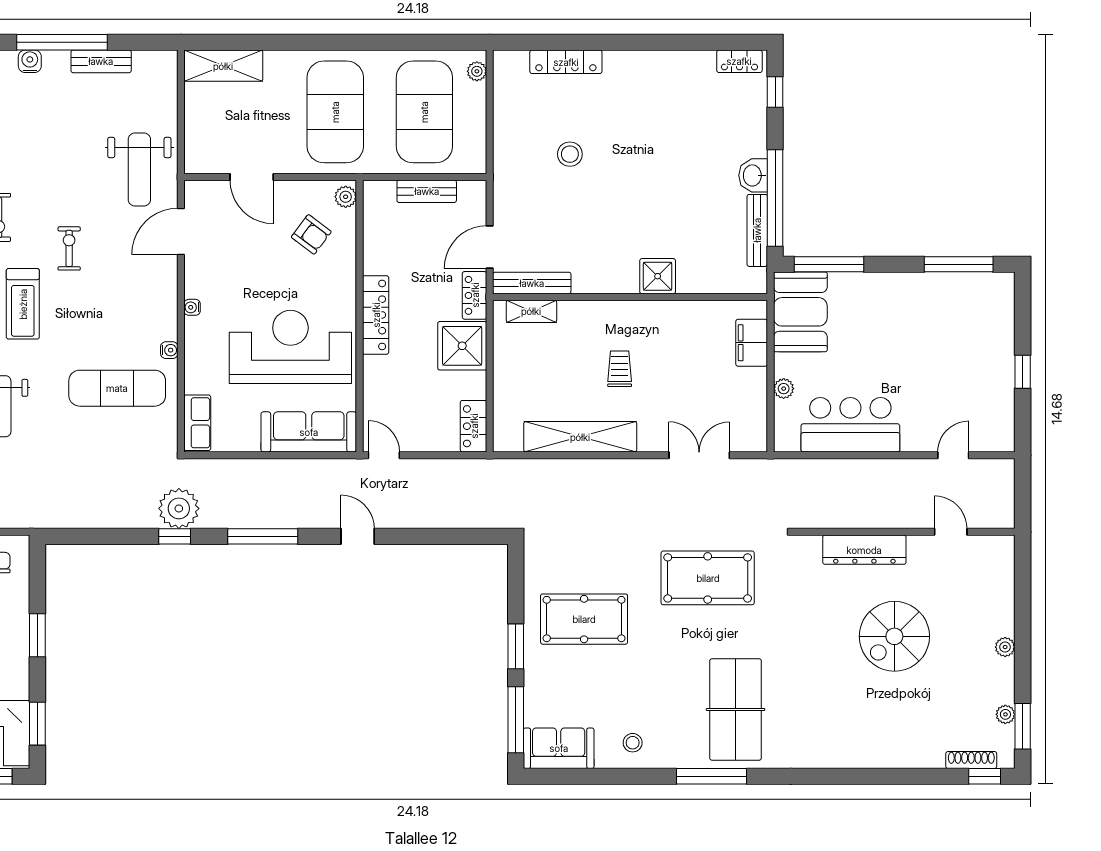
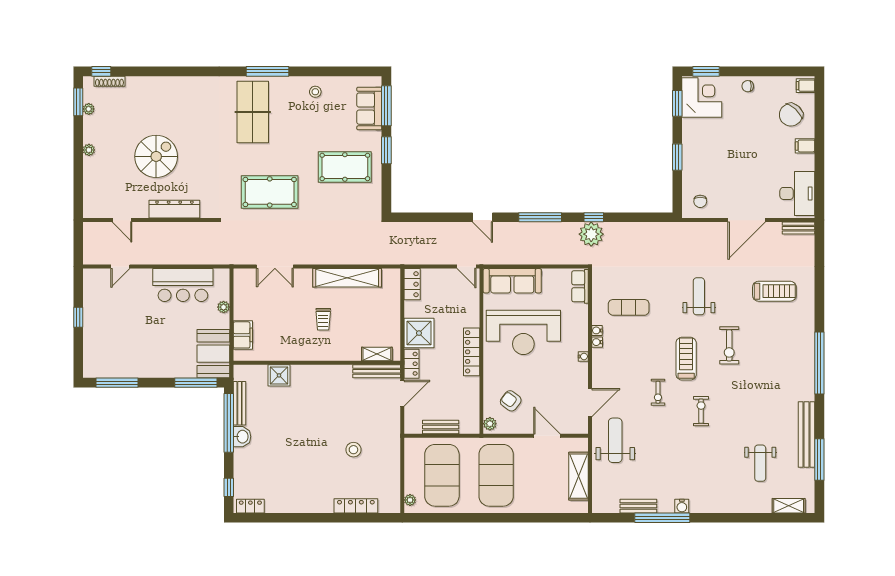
shelving: (223, 66) -> (579, 476), moved, turned 90
shower: (658, 276) -> (279, 375), moved
water cooler: (169, 331) -> (597, 342), added
exercise mat: (117, 388) -> (629, 307), width x0.73, depth x0.69
sofa: (559, 748) -> (369, 109), moved, turned 90

